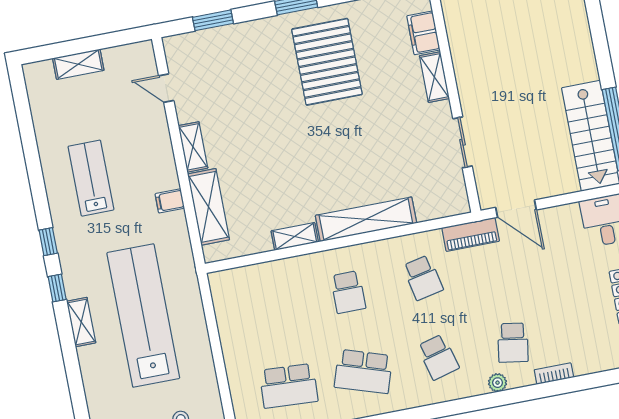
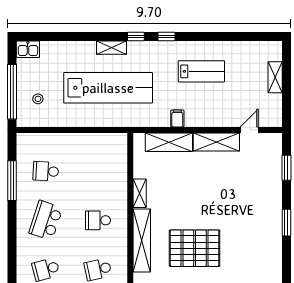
pallet: (327, 62) -> (195, 248), moved
shelving: (193, 147) -> (216, 142), width x1.50, depth x1.33
school desk: (289, 386) -> (46, 171), width x0.54

